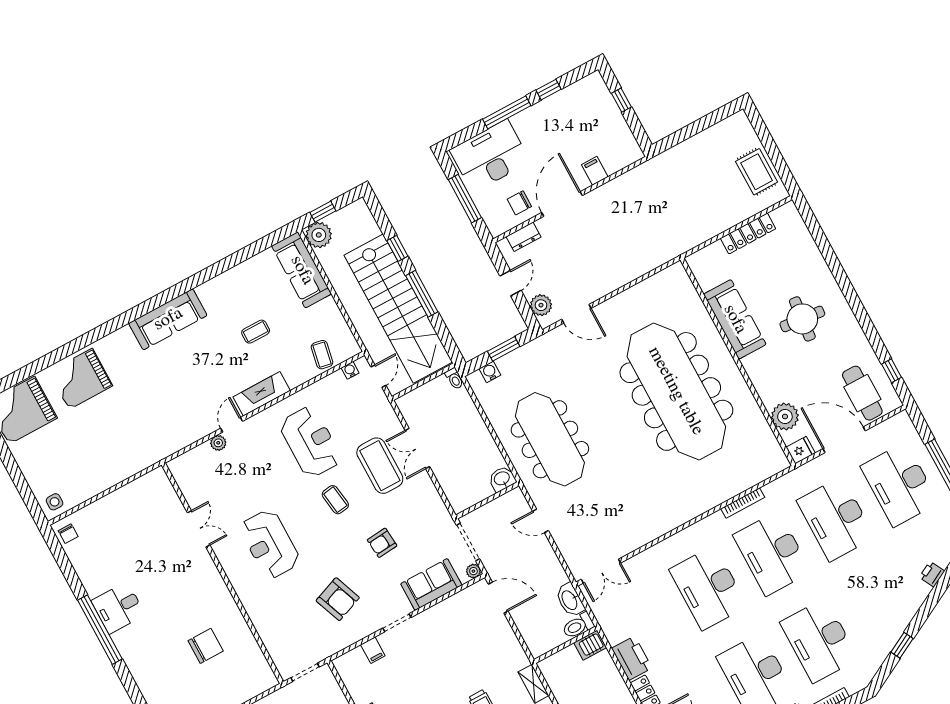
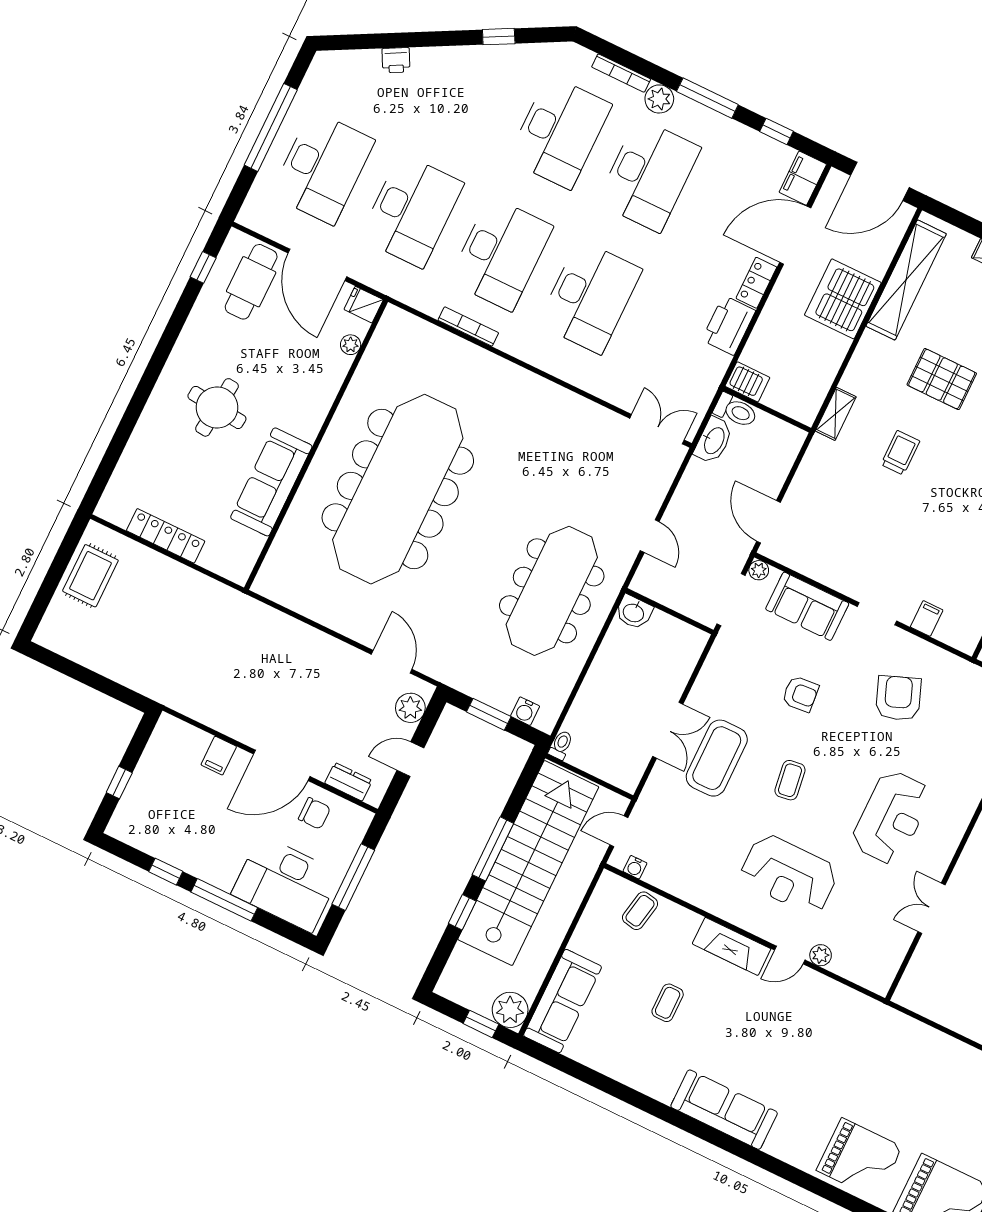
coffee table: (256, 332) -> (668, 1003), turned 90
plant: (785, 417) -> (351, 345), width x0.53, depth x0.53
reception desk: (310, 442) -> (789, 874), moved, turned -90

